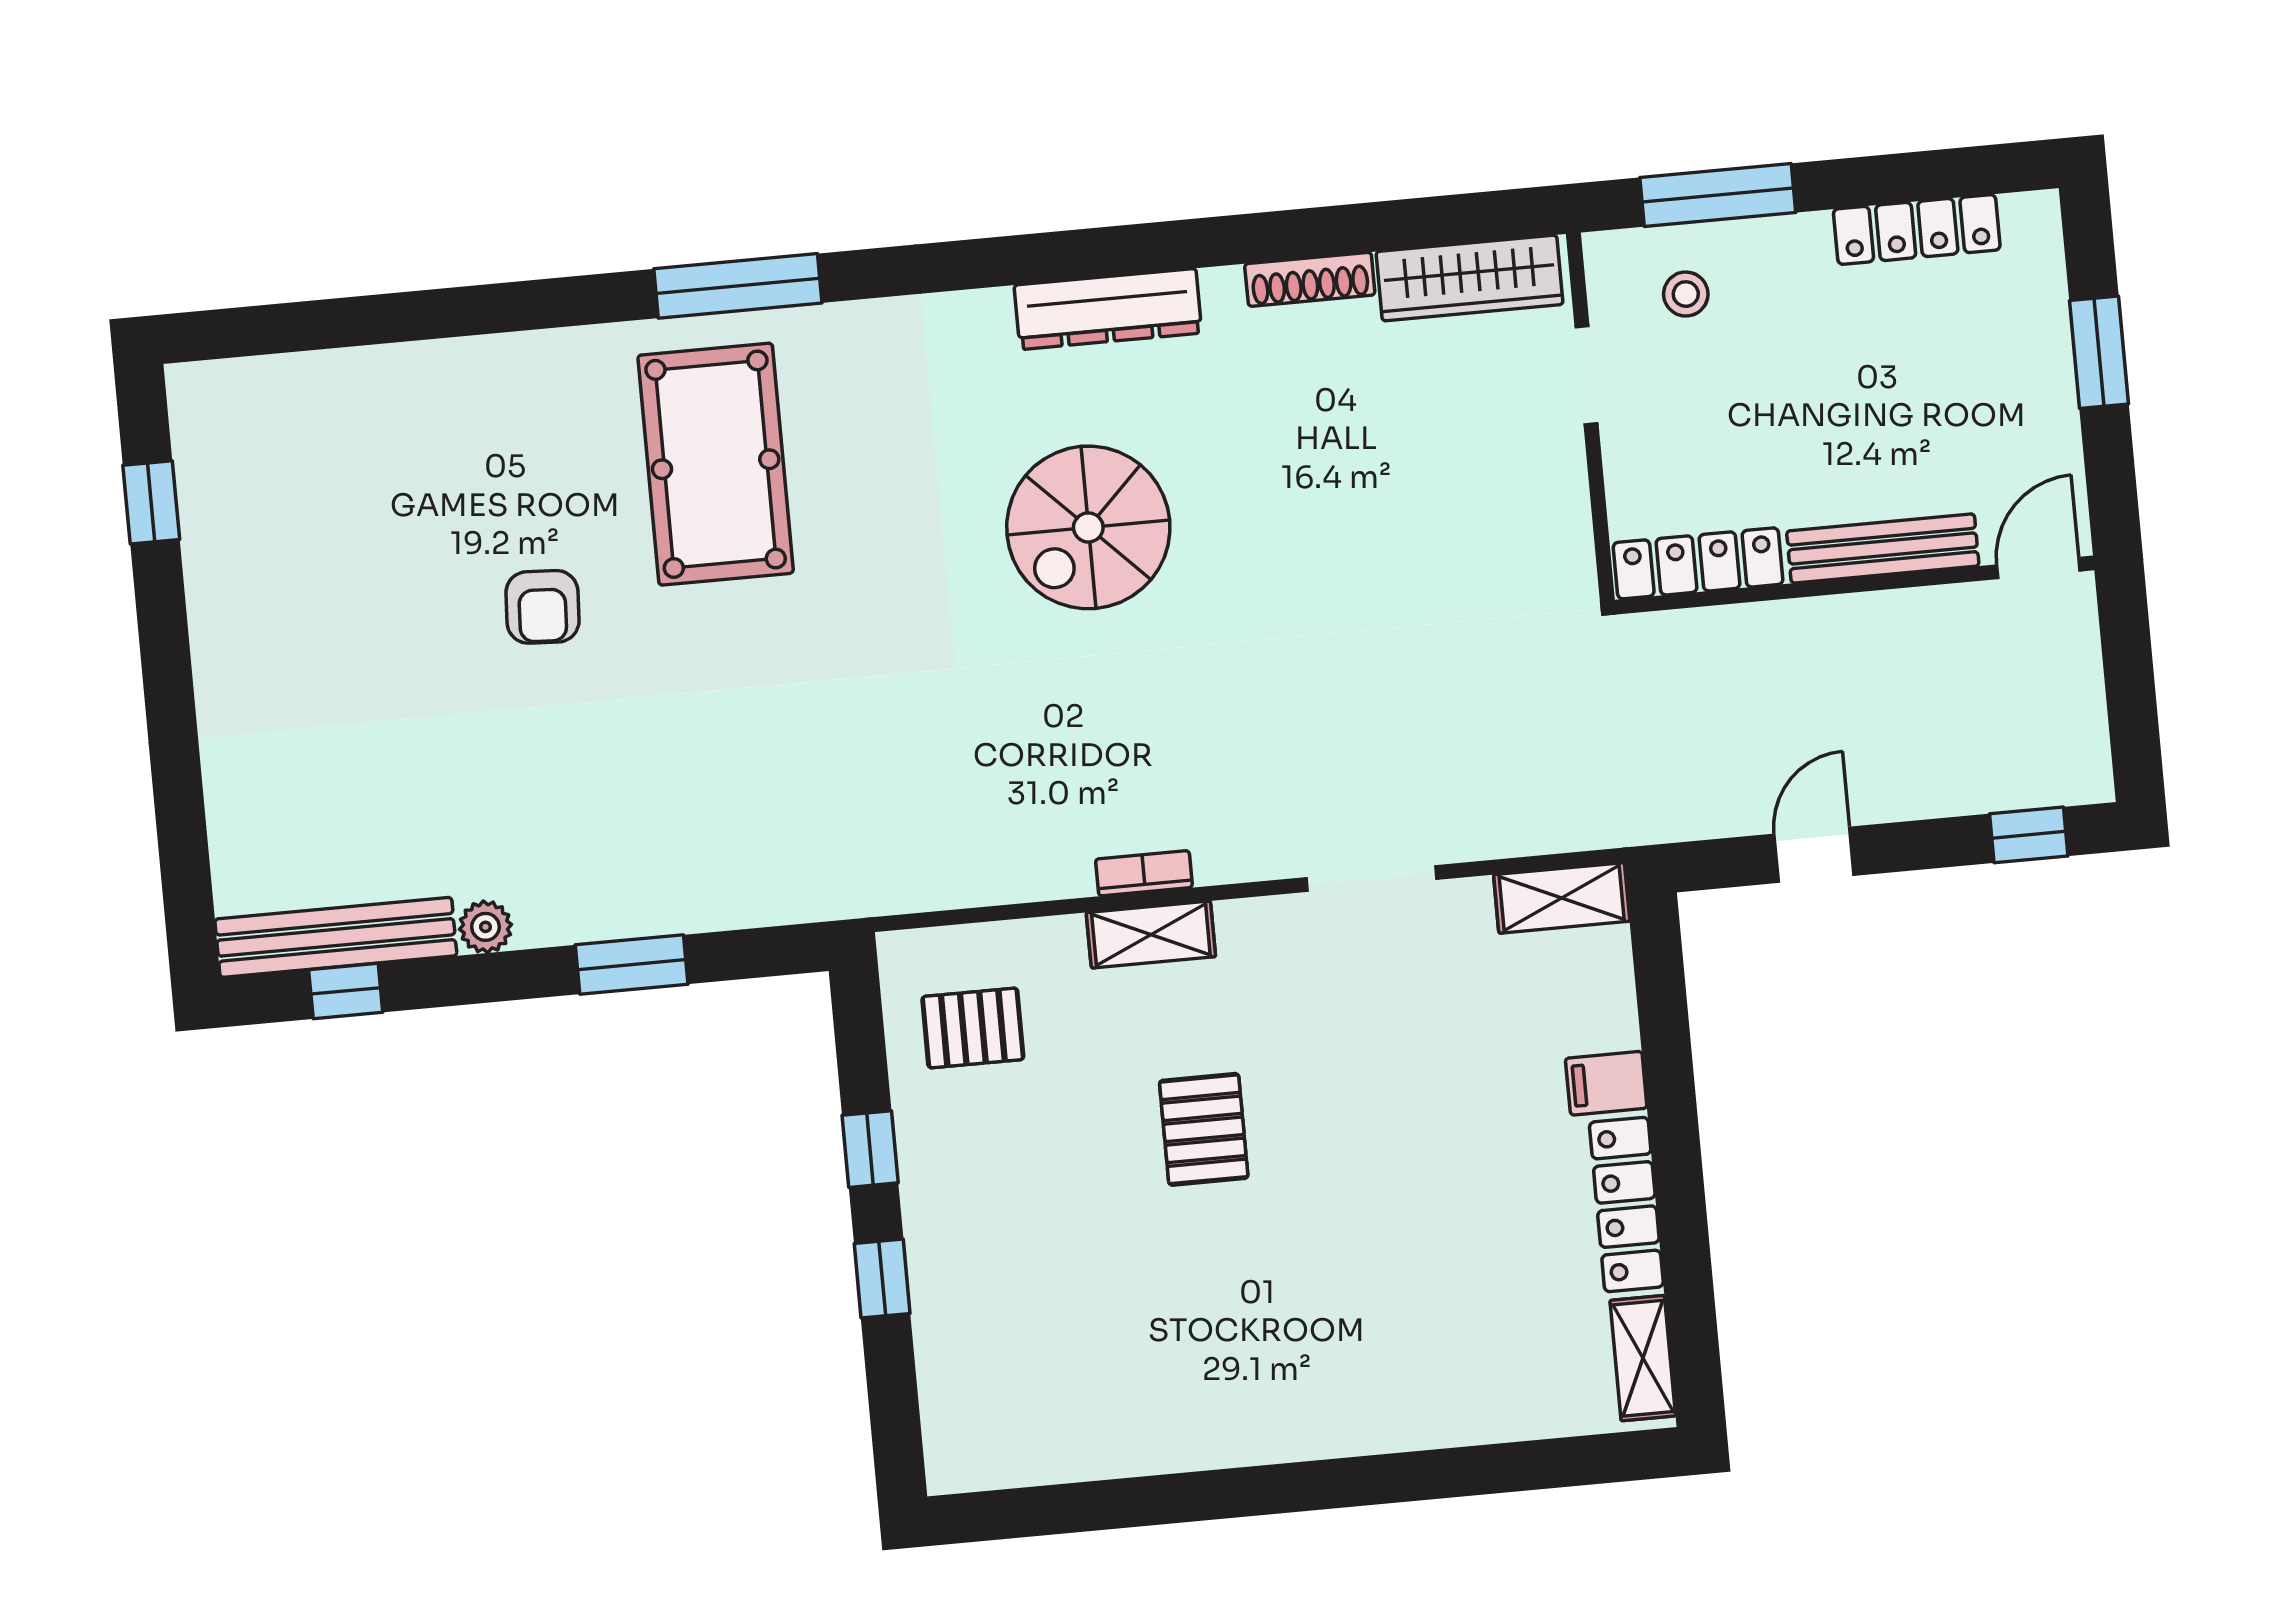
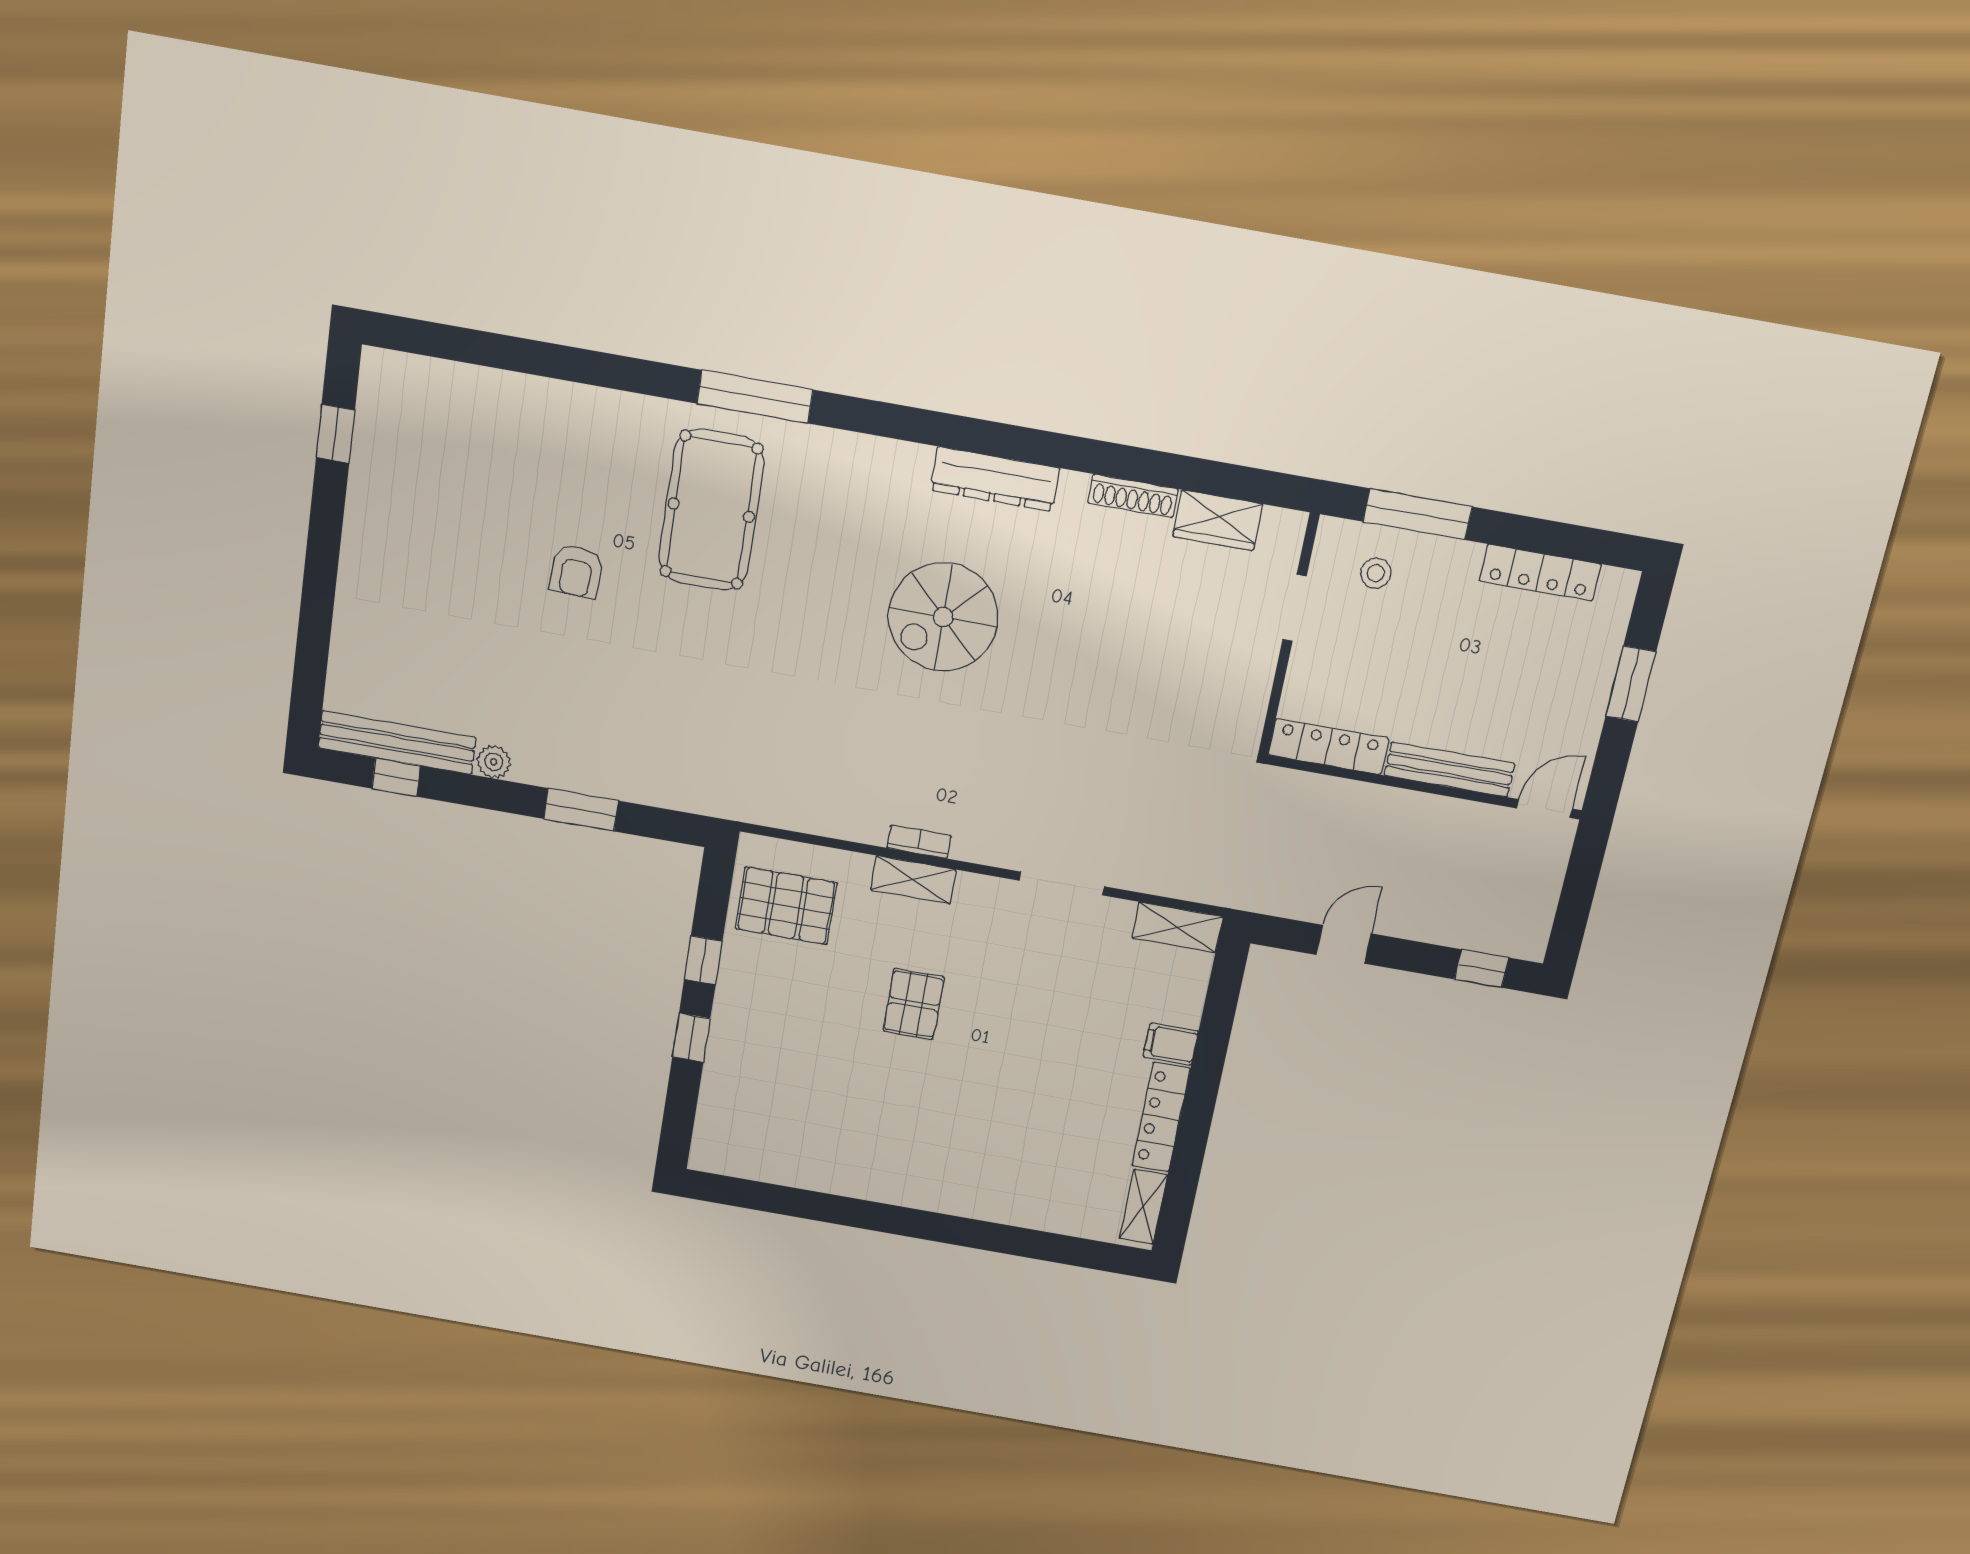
wardrobe: (1469, 278) -> (1218, 520), width x0.67
pallet: (973, 1028) -> (786, 906), width x1.50, depth x1.42

